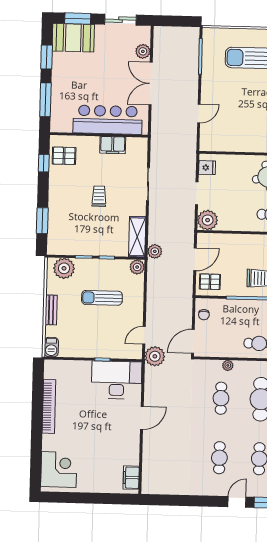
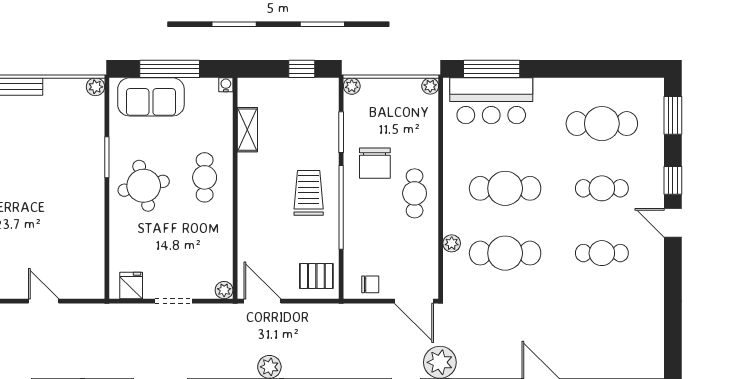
plant: (208, 220) -> (224, 290), width x0.53, depth x0.53
door: (195, 259) -> (262, 301), moved
pallet: (210, 282) -> (316, 276), turned 90
cafe table: (221, 398) -> (505, 253), width x1.37, depth x1.35

